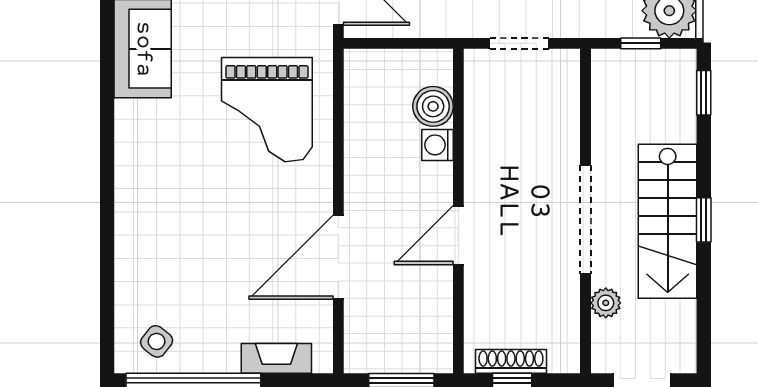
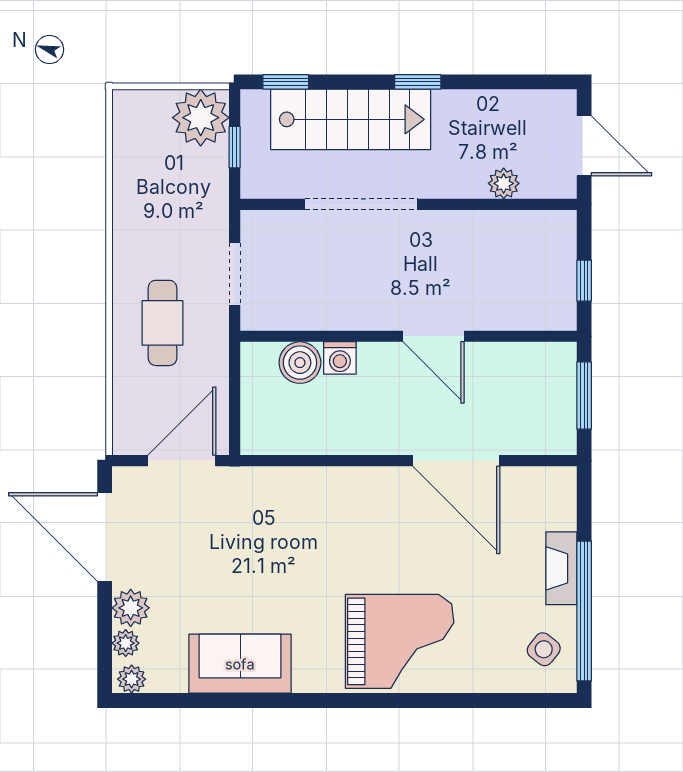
grand piano: (267, 110) -> (400, 641), moved
doorway: (586, 219) -> (361, 204), moved
stairs: (668, 221) -> (351, 119), moved
fireplace: (276, 358) -> (561, 568), moved
shoe rack: (511, 361) -> (564, 282), removed

